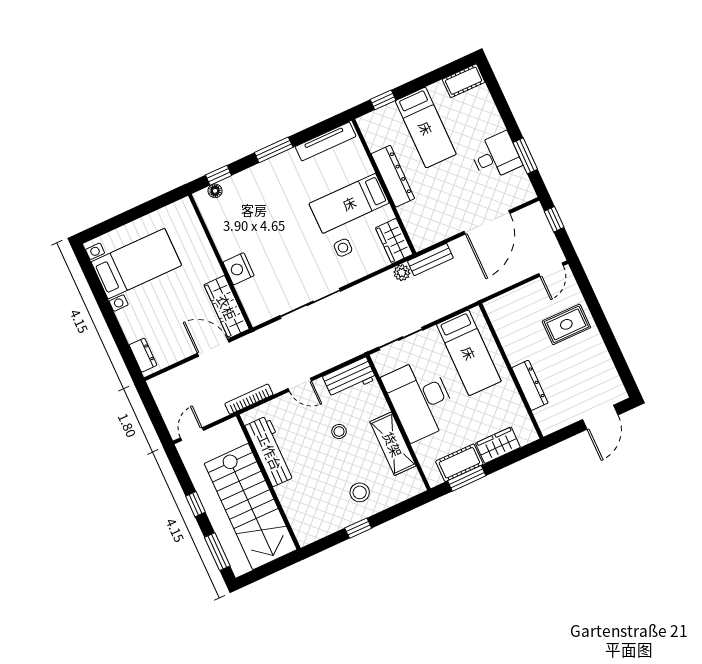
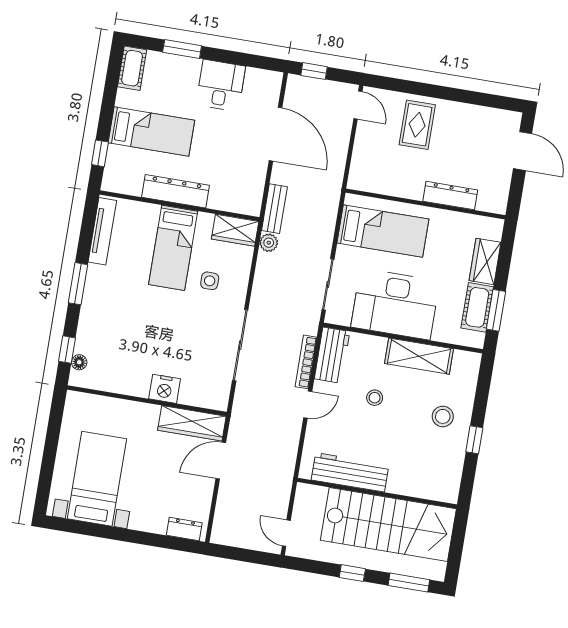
window: (525, 156) -> (182, 49), moved
bookcase: (249, 399) -> (306, 362), moved

